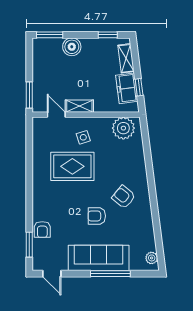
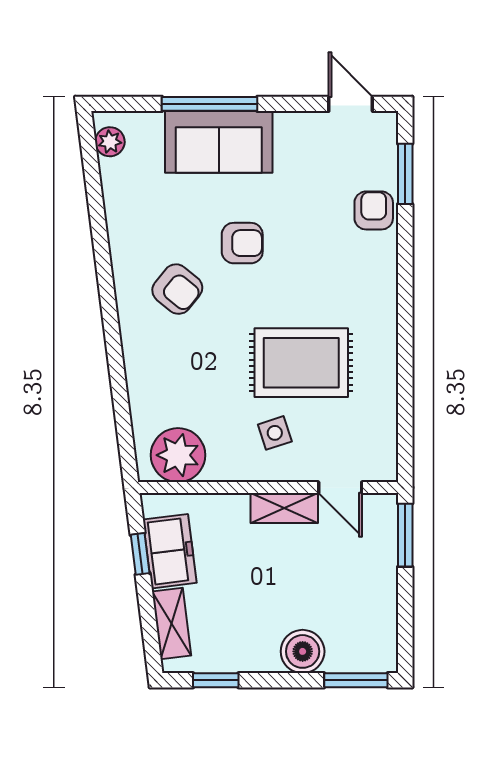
sofa: (99, 258) -> (219, 142), width x0.73

